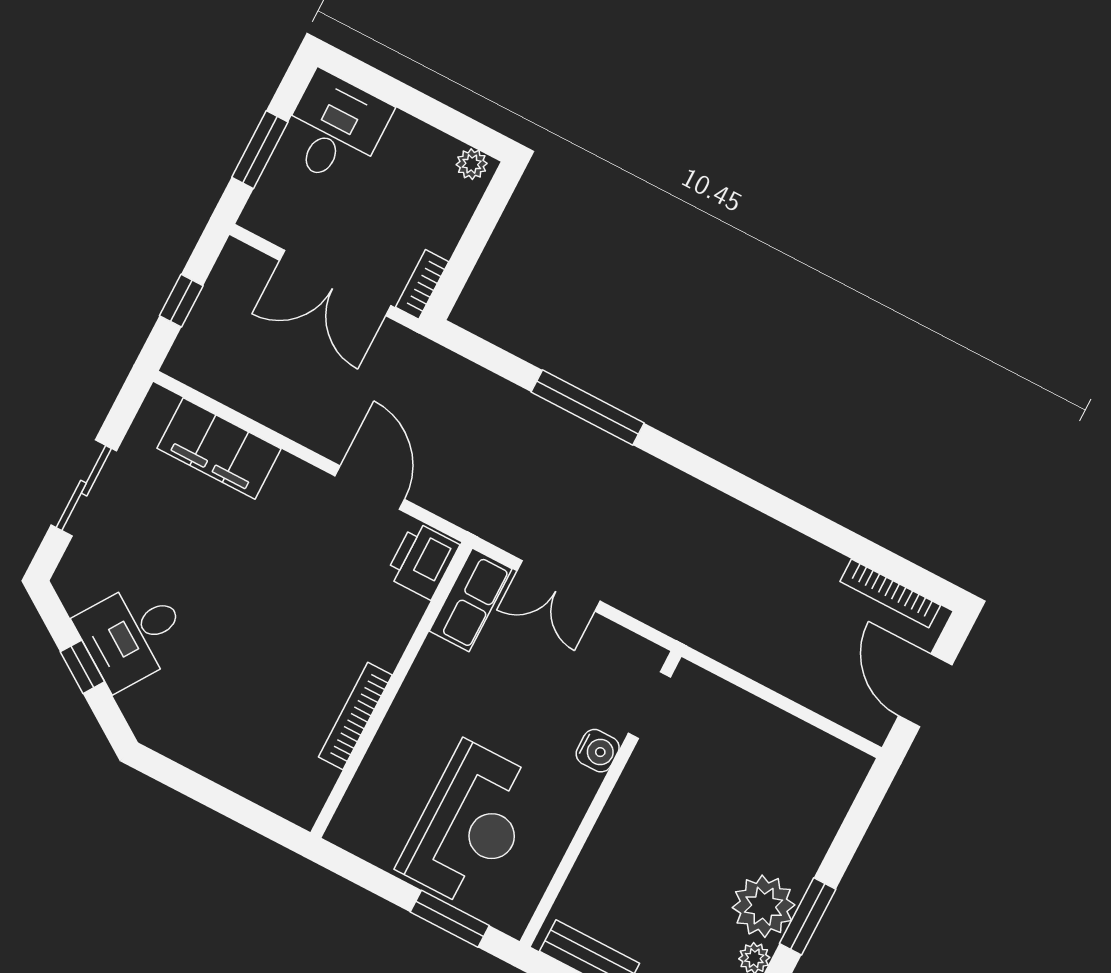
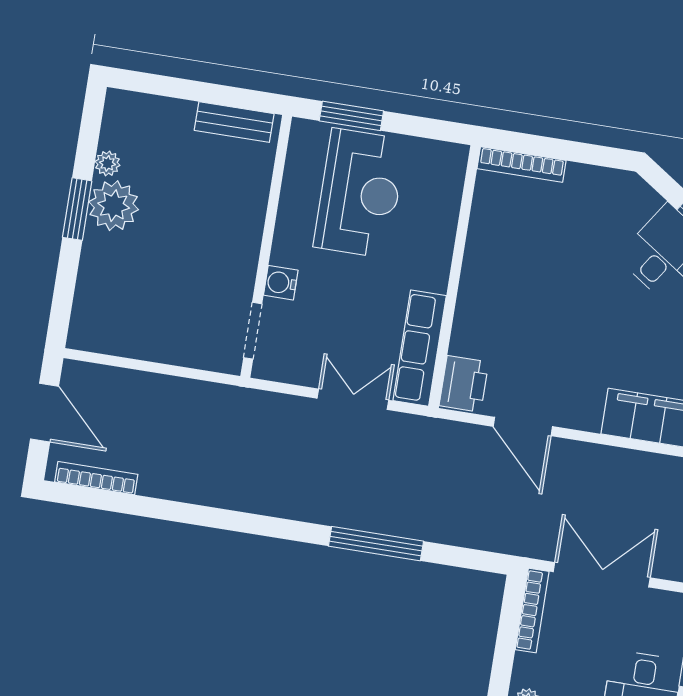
bookcase: (422, 284) -> (532, 610), width x1.56
row of seats: (471, 600) -> (420, 348), width x1.48
bookcase: (355, 716) -> (522, 165), moved, turned 90
reception desk: (470, 825) -> (360, 193), turned 180

